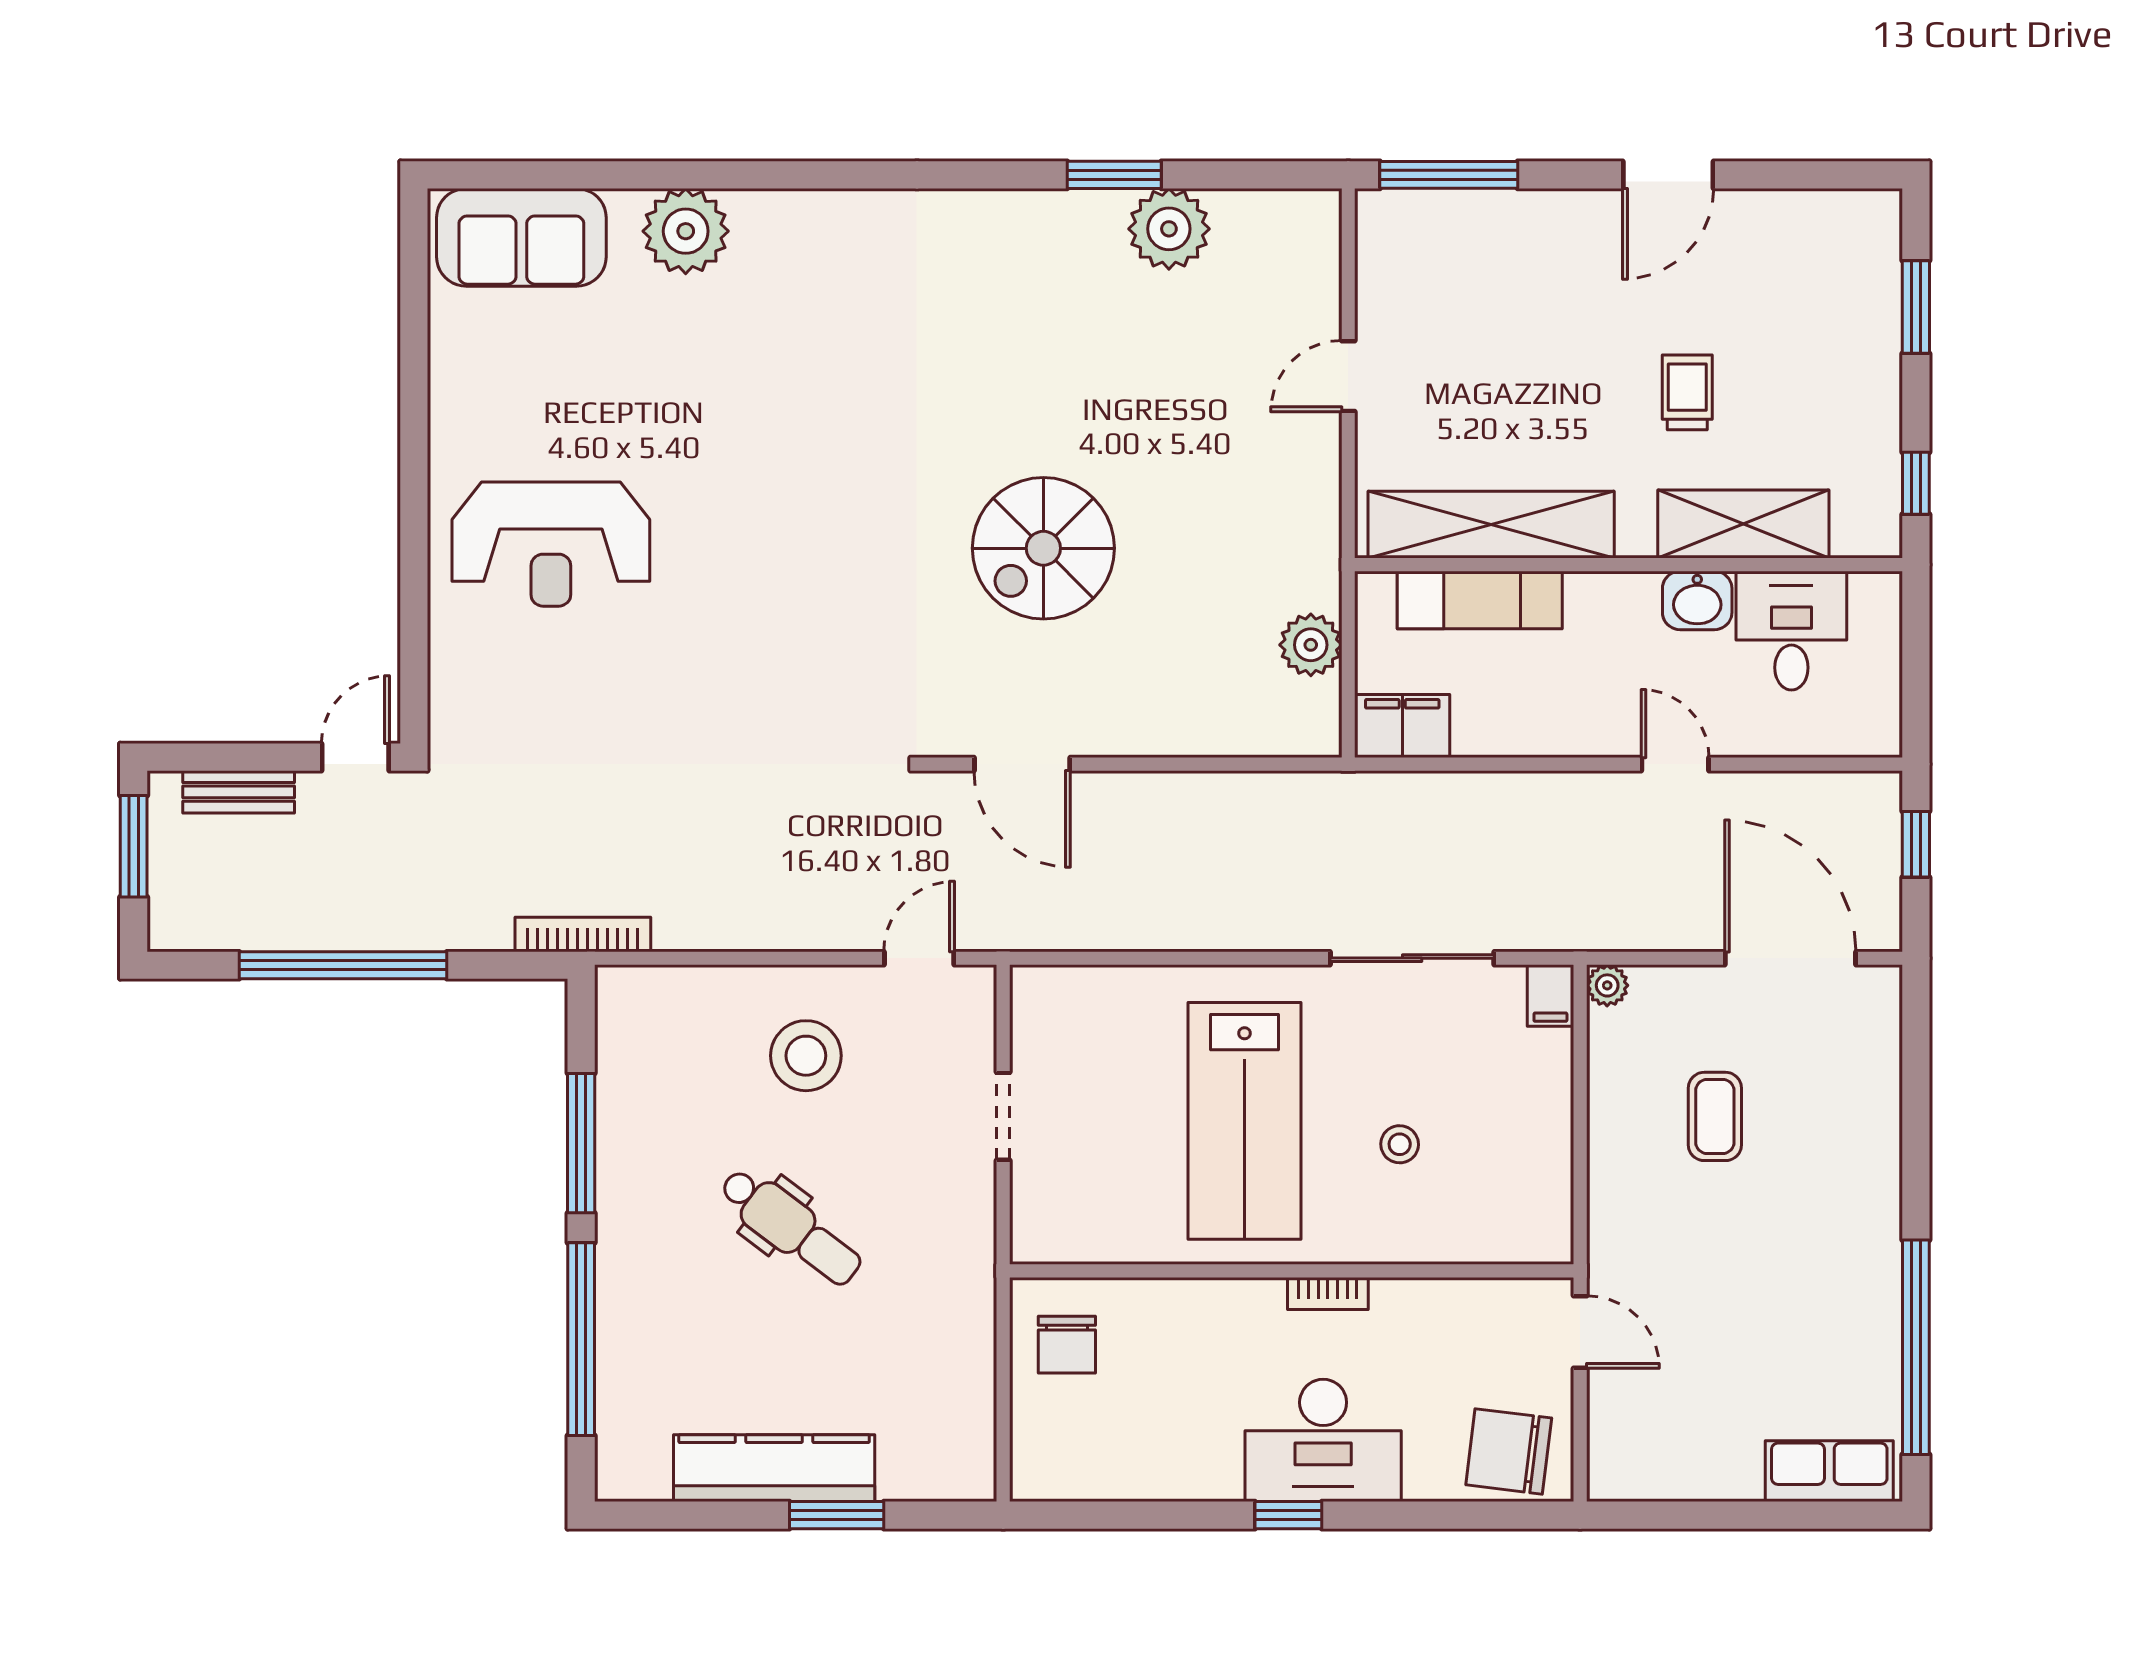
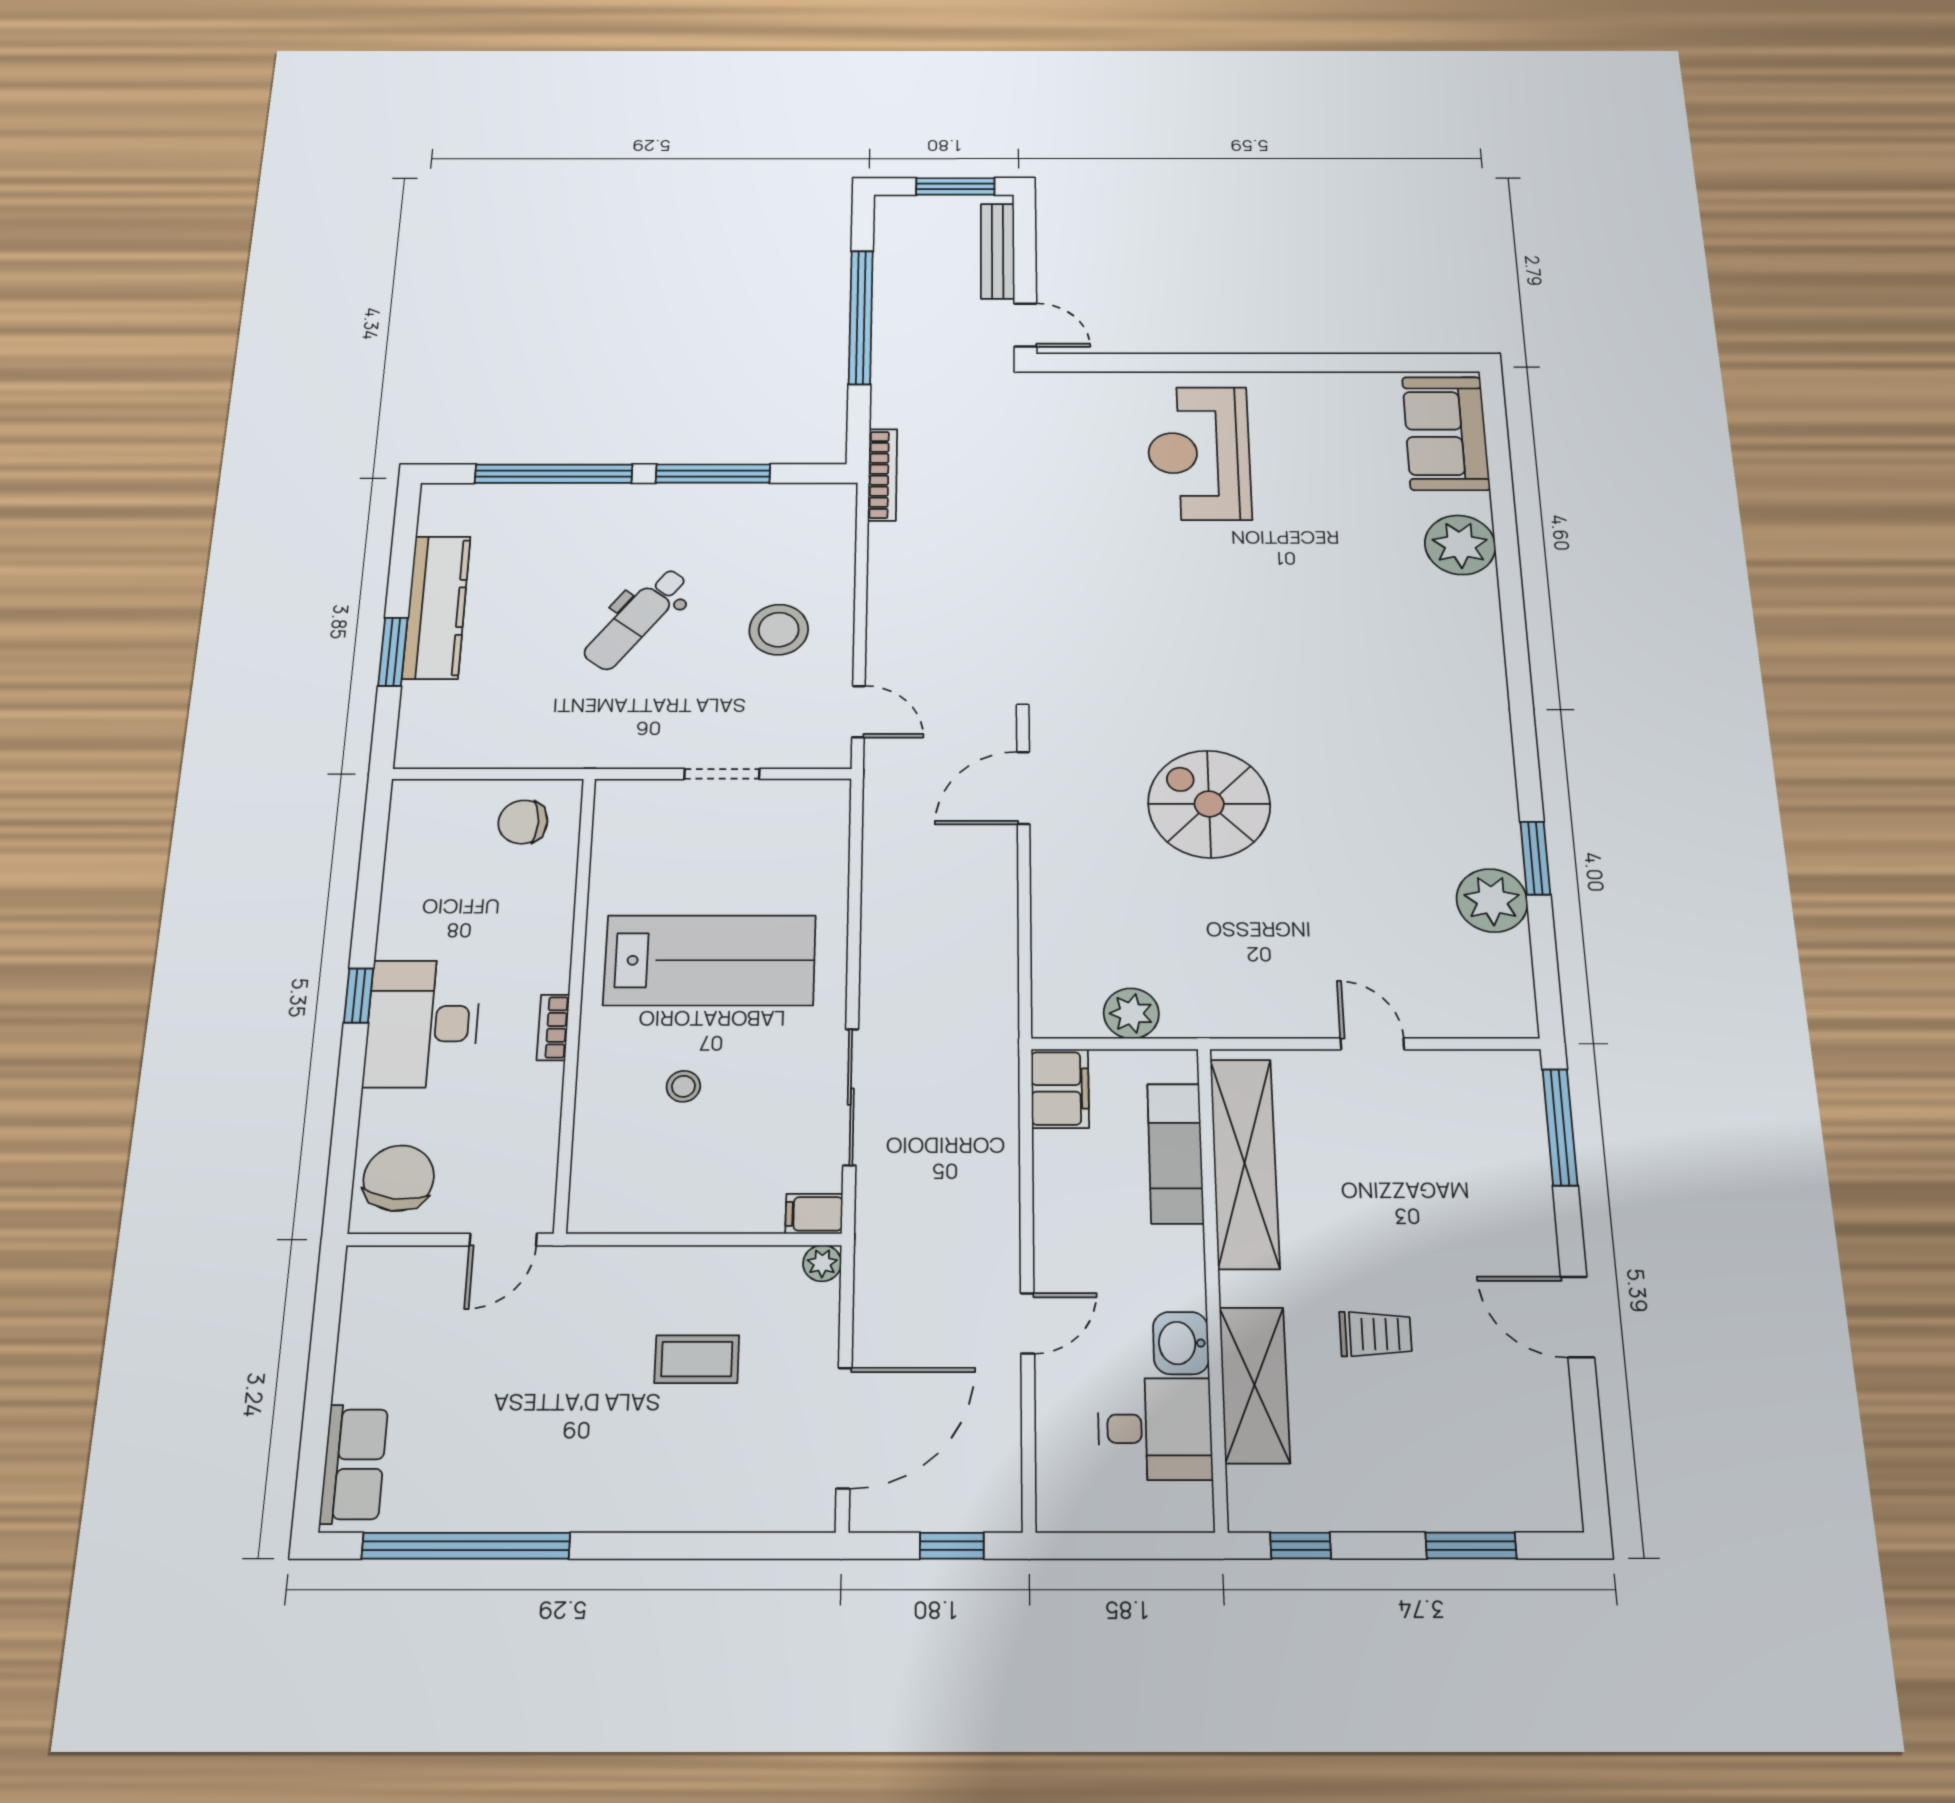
bench: (239, 792) -> (998, 251), width x1.36
lab bench: (1245, 1121) -> (710, 960), turned 180

